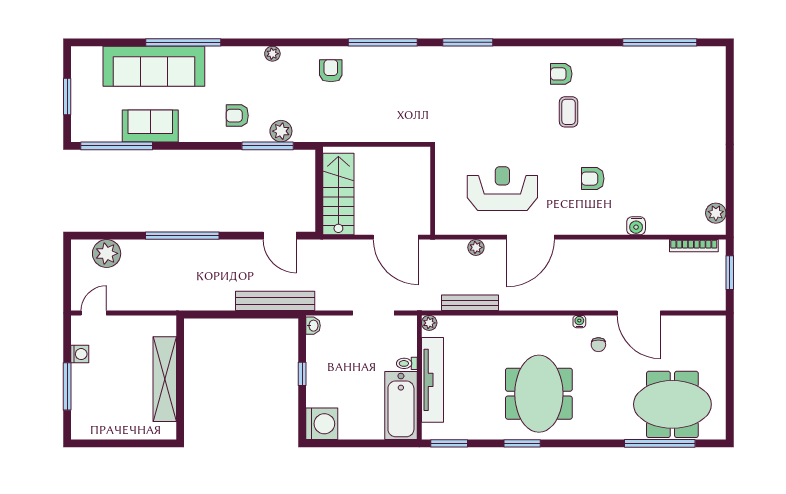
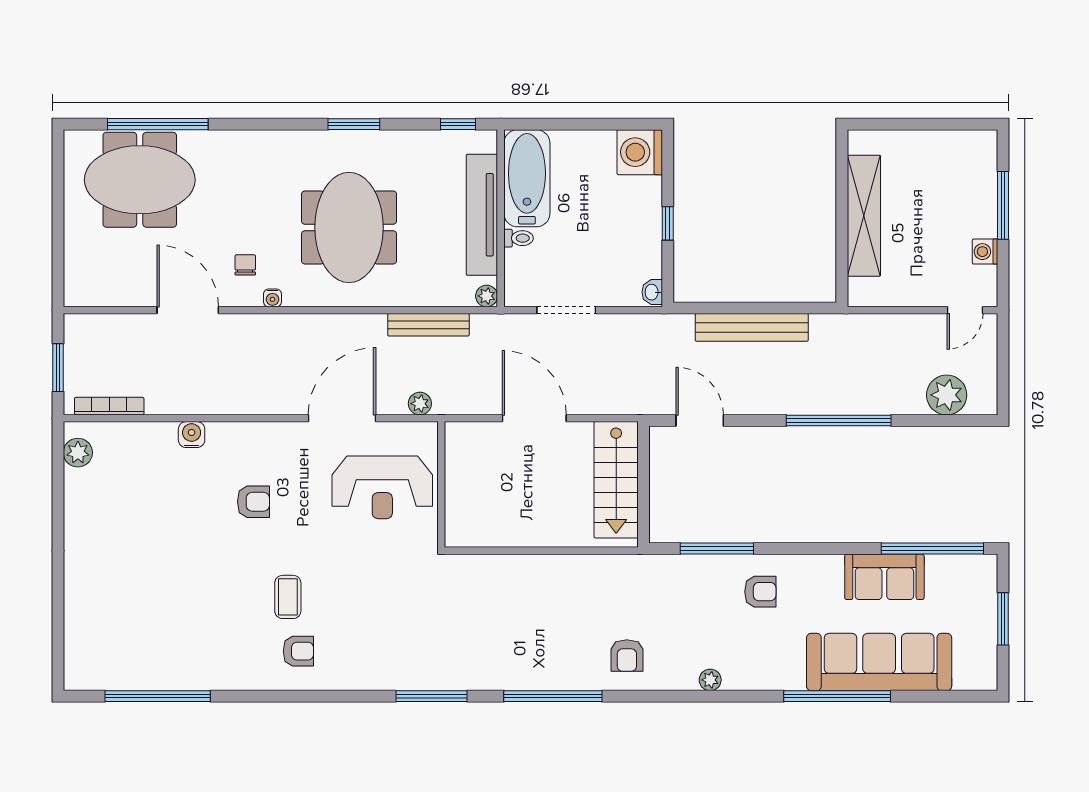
plant: (281, 131) -> (698, 569), removed
wall: (433, 191) -> (441, 484), moved
bench: (275, 301) -> (752, 327), moved
meeting table: (539, 394) -> (349, 227), moved
window: (449, 443) -> (458, 124), width x0.67

